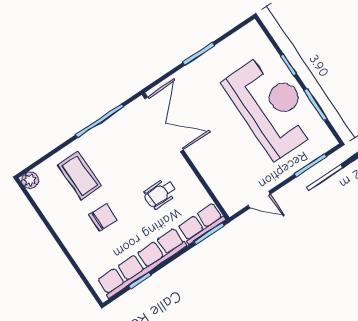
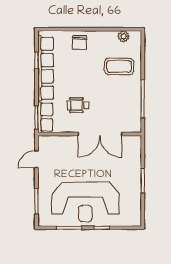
double door: (164, 124) -> (100, 134), moved
plant: (30, 180) -> (124, 36), moved
wheelchair: (160, 194) -> (78, 105), turned -90
chair: (103, 217) -> (80, 43), moved

